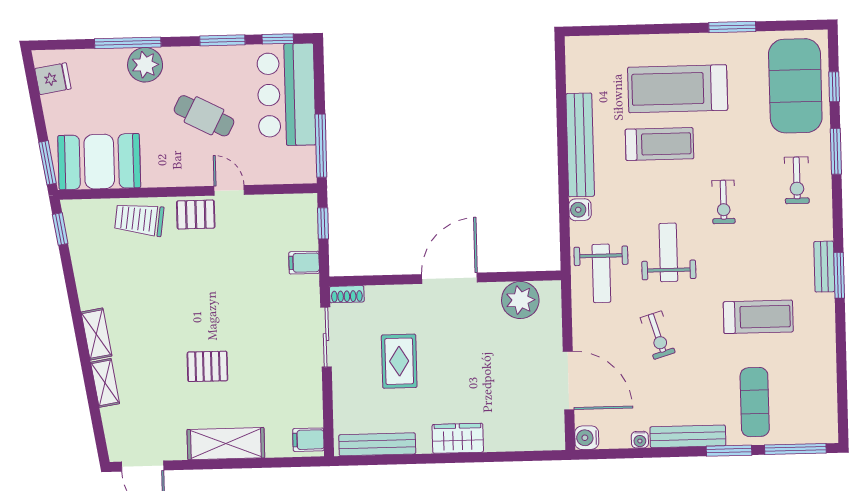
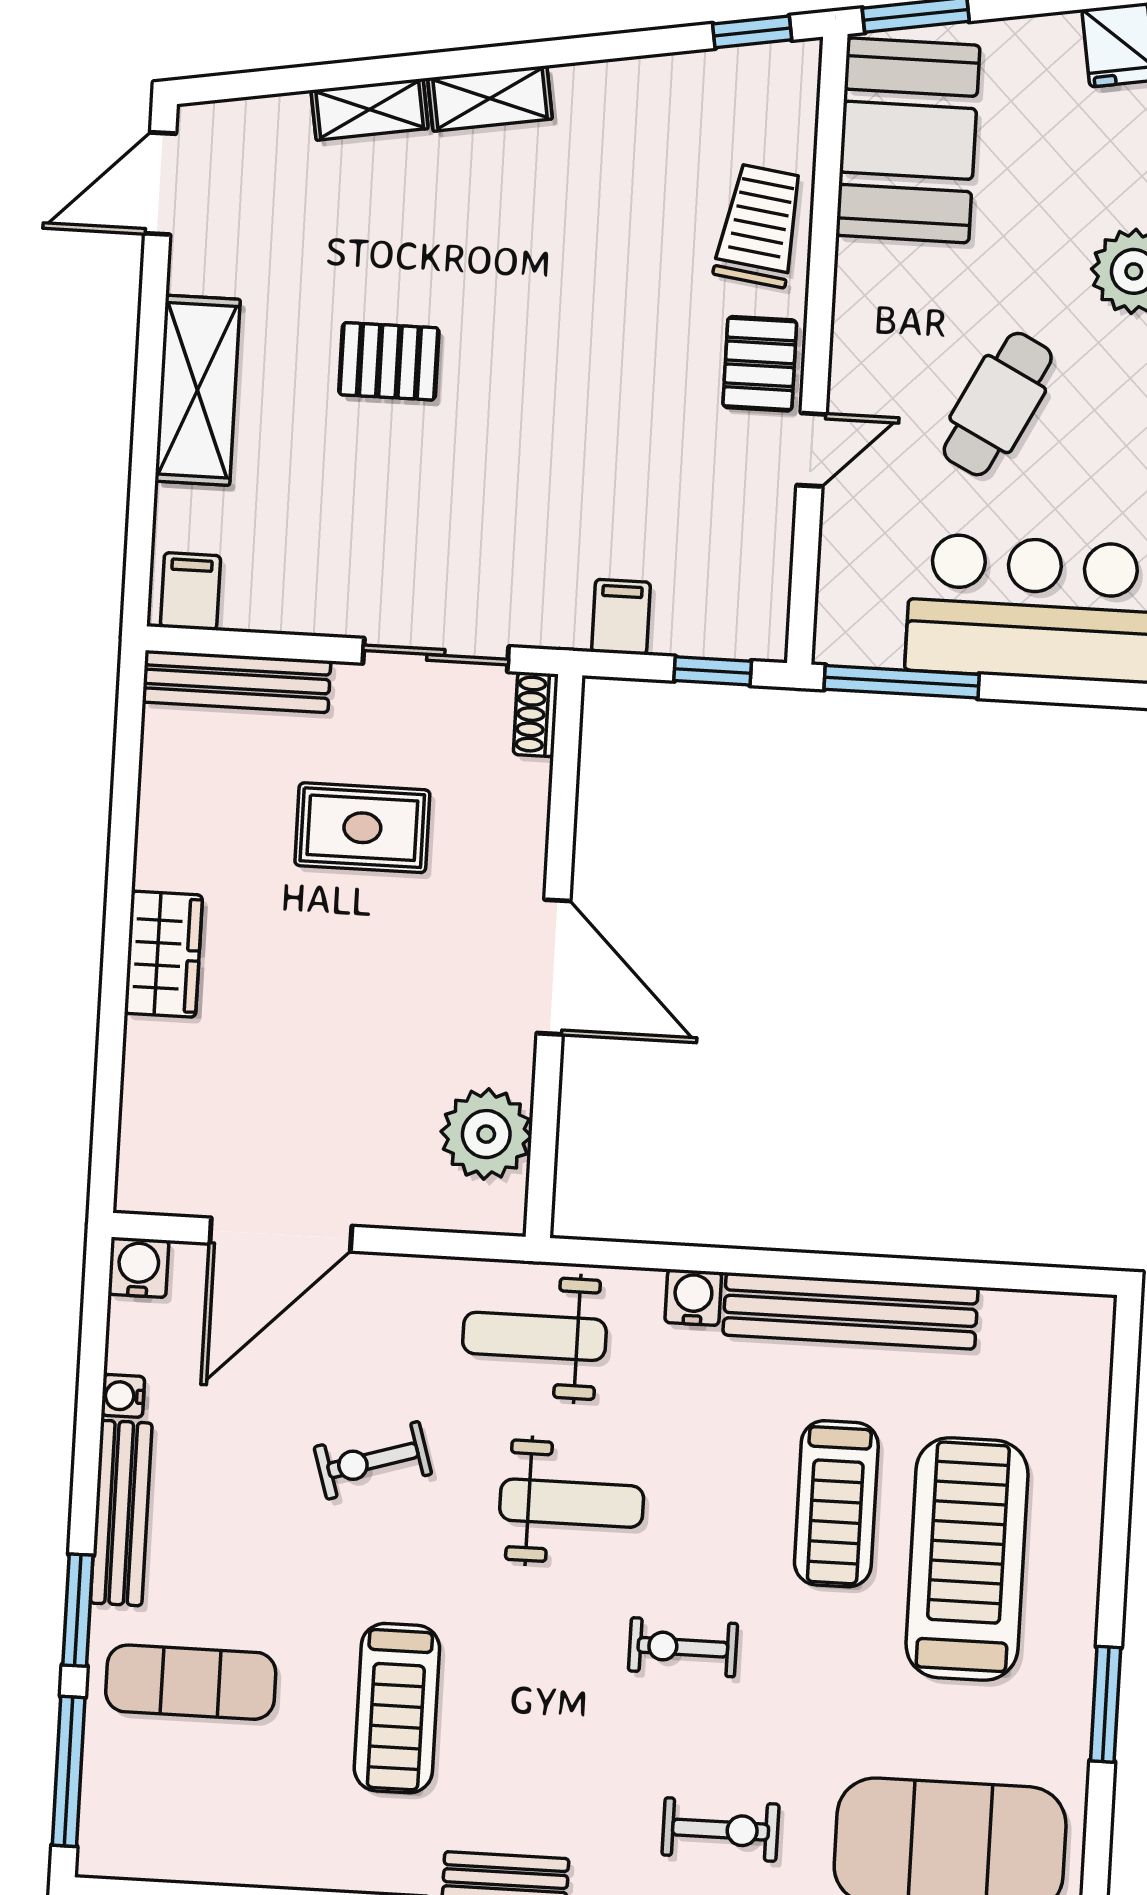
exercise bike: (797, 180) -> (721, 1830), turned 180
pallet: (207, 366) -> (389, 361), turned 90
bench: (377, 444) -> (237, 682), moved, turned 90

